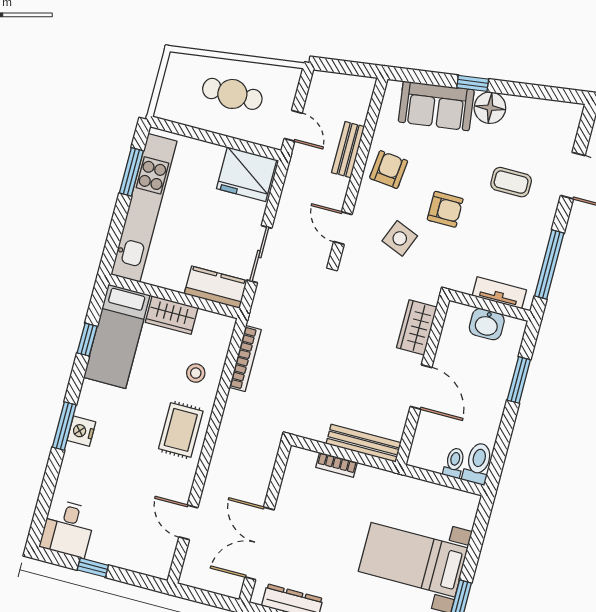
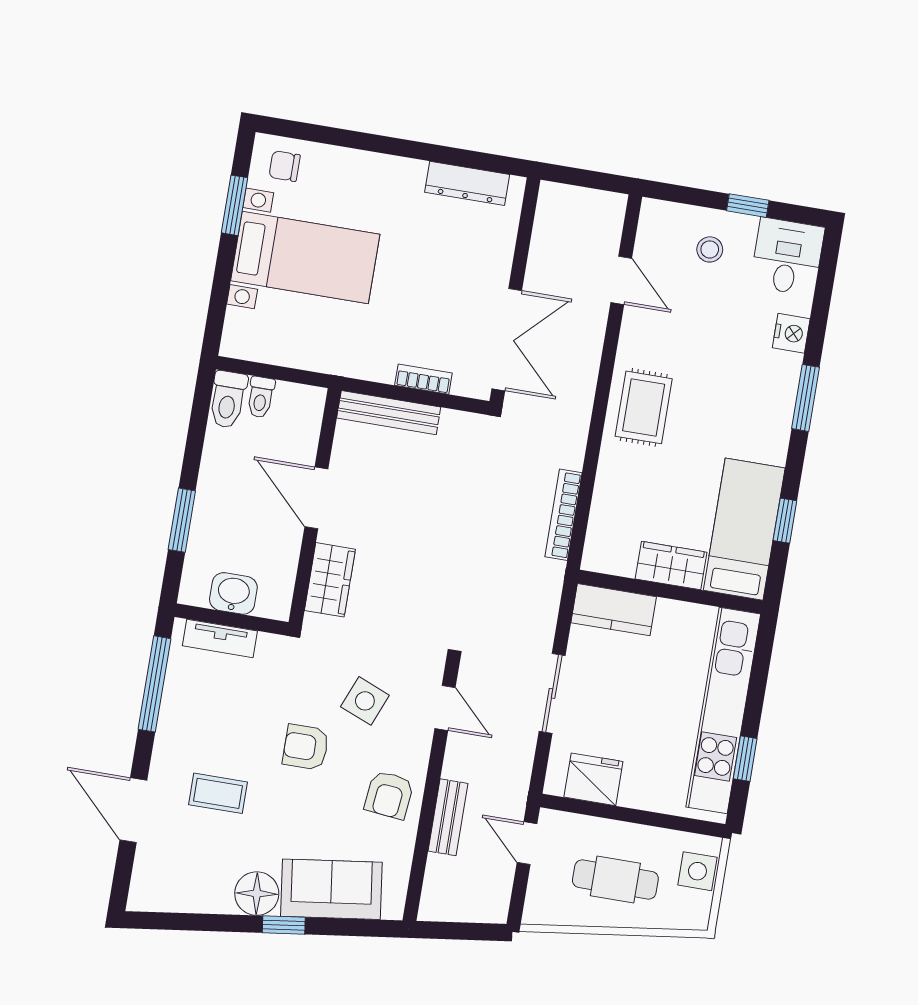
side table: (173, 95) -> (697, 871), added
window: (131, 172) -> (745, 759), width x0.67
fridge: (247, 174) -> (593, 779), width x0.73, depth x0.75
sliding door: (259, 254) -> (552, 693), moved
stool: (196, 373) -> (710, 249), moved
nightstand: (81, 431) -> (791, 333), moved
double door: (260, 543) -> (507, 340), moved

